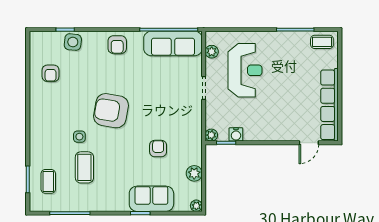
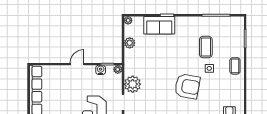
plant: (190, 114) -> (133, 84), added
door: (309, 143) -> (77, 64), moved
armchair: (158, 149) -> (155, 60), removed
coffee table: (48, 181) -> (235, 66), moved

